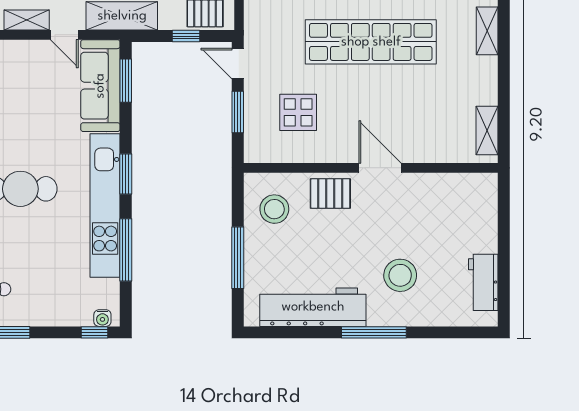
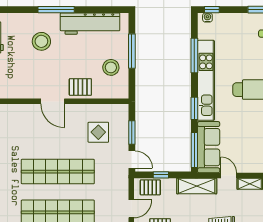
window: (126, 81) -> (194, 150), width x1.44
window: (126, 174) -> (194, 108), moved
stool: (274, 209) -> (111, 67), moved

